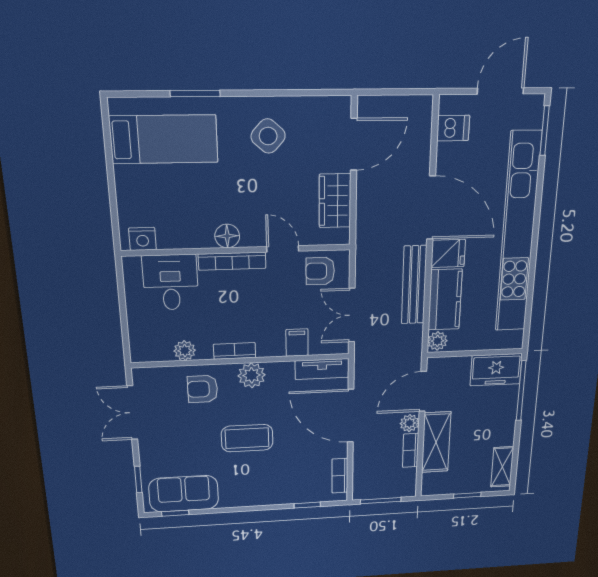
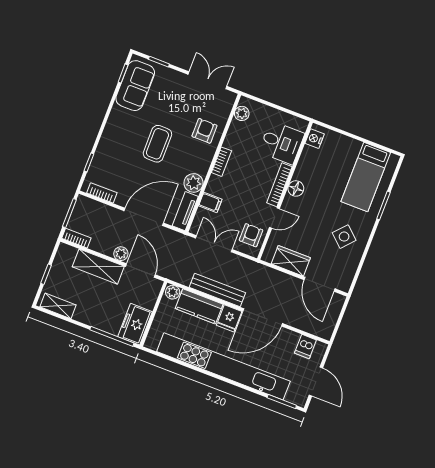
plant: (185, 351) -> (242, 113), moved
plant: (252, 375) -> (194, 183), moved
bookcase: (411, 450) -> (76, 238), moved

